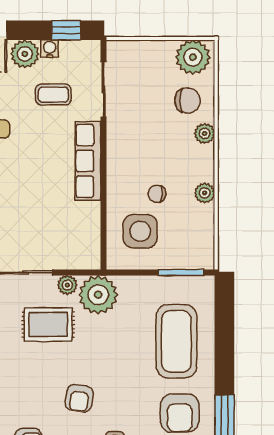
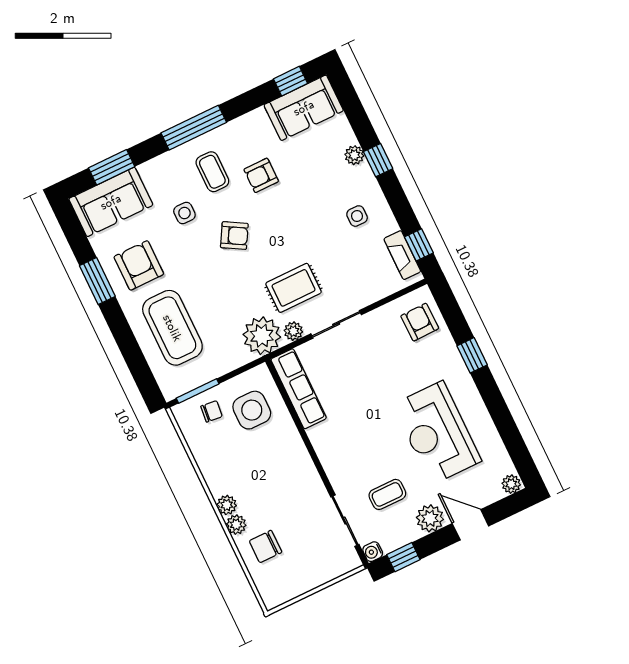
water cooler: (50, 49) -> (373, 552), moved, turned 90
plant: (193, 57) -> (279, 587), removed
row of seats: (88, 161) -> (299, 389), moved
plant: (205, 193) -> (227, 505), moved
chair: (157, 194) -> (211, 411), moved
armchair: (79, 398) -> (234, 236), turned 112

